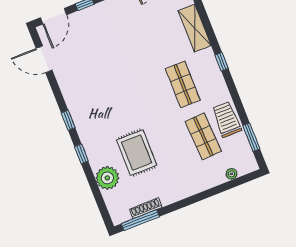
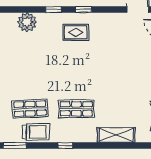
window: (222, 62) -> (65, 146), moved
rug: (137, 153) -> (76, 32), moved, width x0.73, depth x0.70

